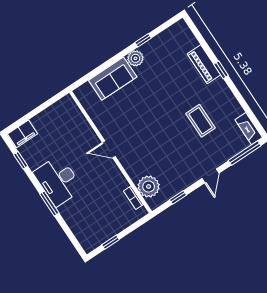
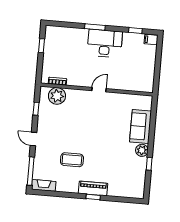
piano: (204, 64) -> (93, 188), moved
filing cabinet: (23, 134) -> (151, 40), width x0.50

